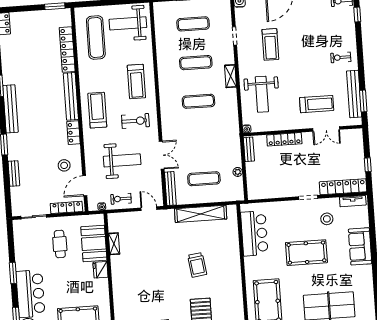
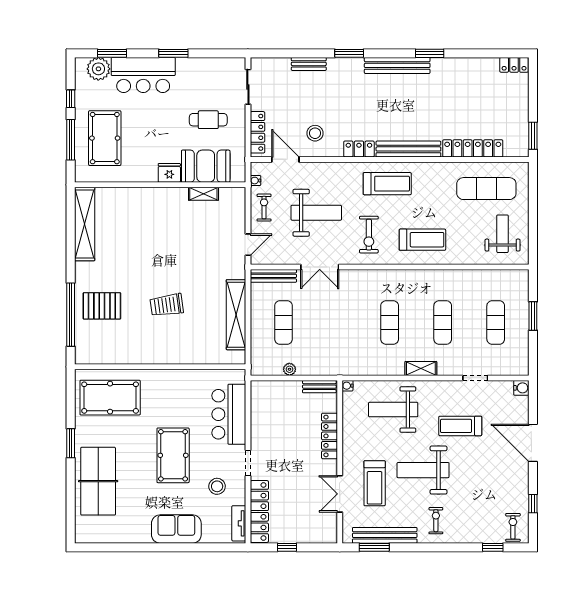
weight bench: (128, 23) -> (503, 234), width x0.73, depth x0.75
weight bench: (305, 69) -> (423, 470), added
treadmill: (136, 82) -> (422, 240), turned 180
weight bench: (122, 160) -> (316, 213), turned -90
bar counter: (254, 233) -> (229, 414), moved, turned 90

